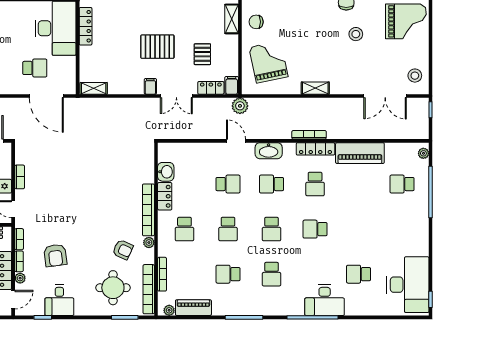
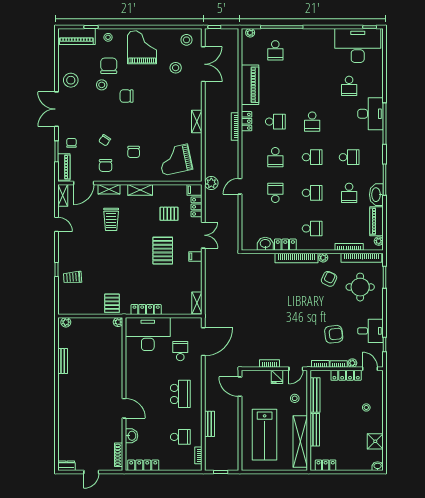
chair: (256, 22) -> (134, 152), moved
stool: (356, 34) -> (176, 68), moved
locker: (315, 149) -> (246, 121), width x0.66
washbasin: (269, 151) -> (376, 195), moved, turned 180

